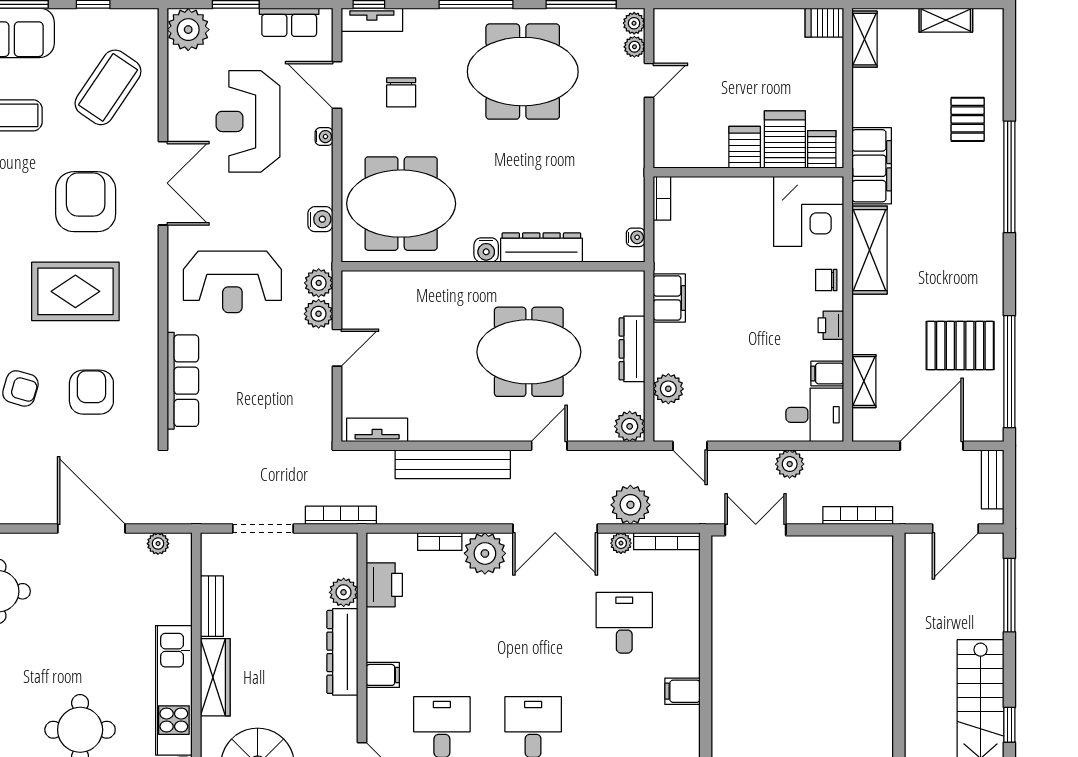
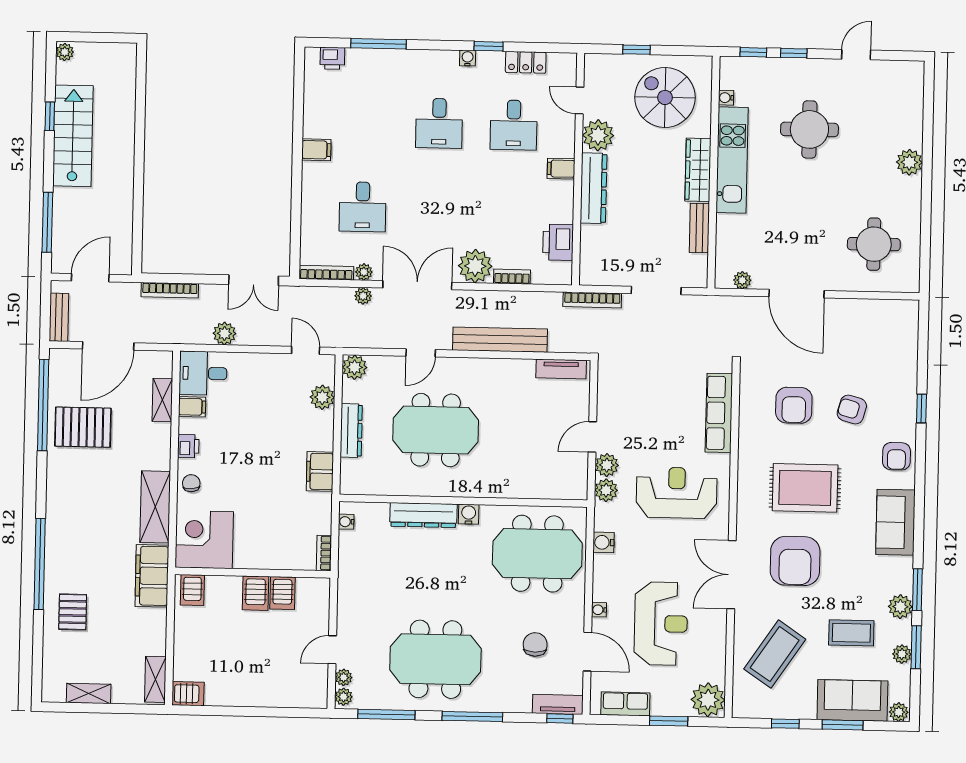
server rack: (785, 140) -> (282, 593), moved, width x0.73, depth x0.70
chair: (826, 280) -> (191, 483), turned -95
plant: (630, 505) -> (363, 296), width x0.53, depth x0.53
plant: (344, 592) -> (598, 135), moved, width x1.36, depth x1.36

